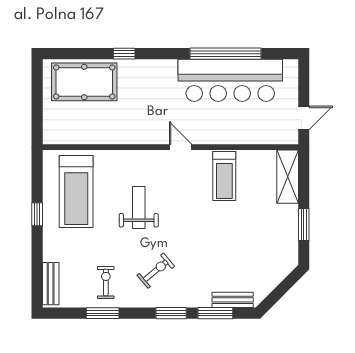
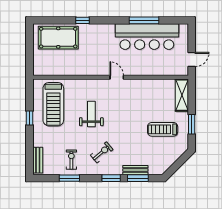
window: (226, 54) -> (144, 20), width x0.68
treadmill: (224, 176) -> (163, 129), moved, turned 90
bench: (233, 300) -> (135, 170), moved

